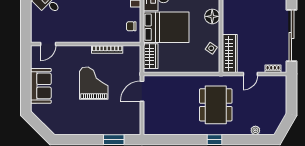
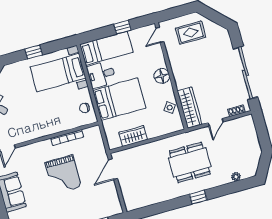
wardrobe: (151, 56) -> (133, 136), moved, turned -90
grand piano: (94, 83) -> (63, 175), turned 180
dining table: (216, 105) -> (190, 162), turned 90

